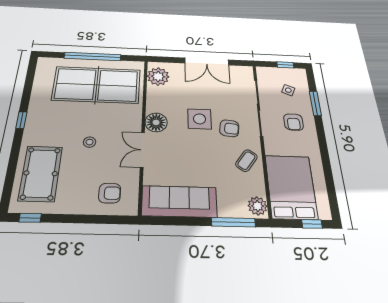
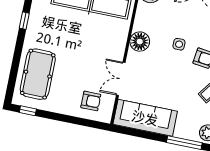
side table: (200, 119) -> (179, 44), width x0.54, depth x0.54
stool: (90, 142) -> (80, 52), removed
double door: (142, 150) -> (121, 79), moved

